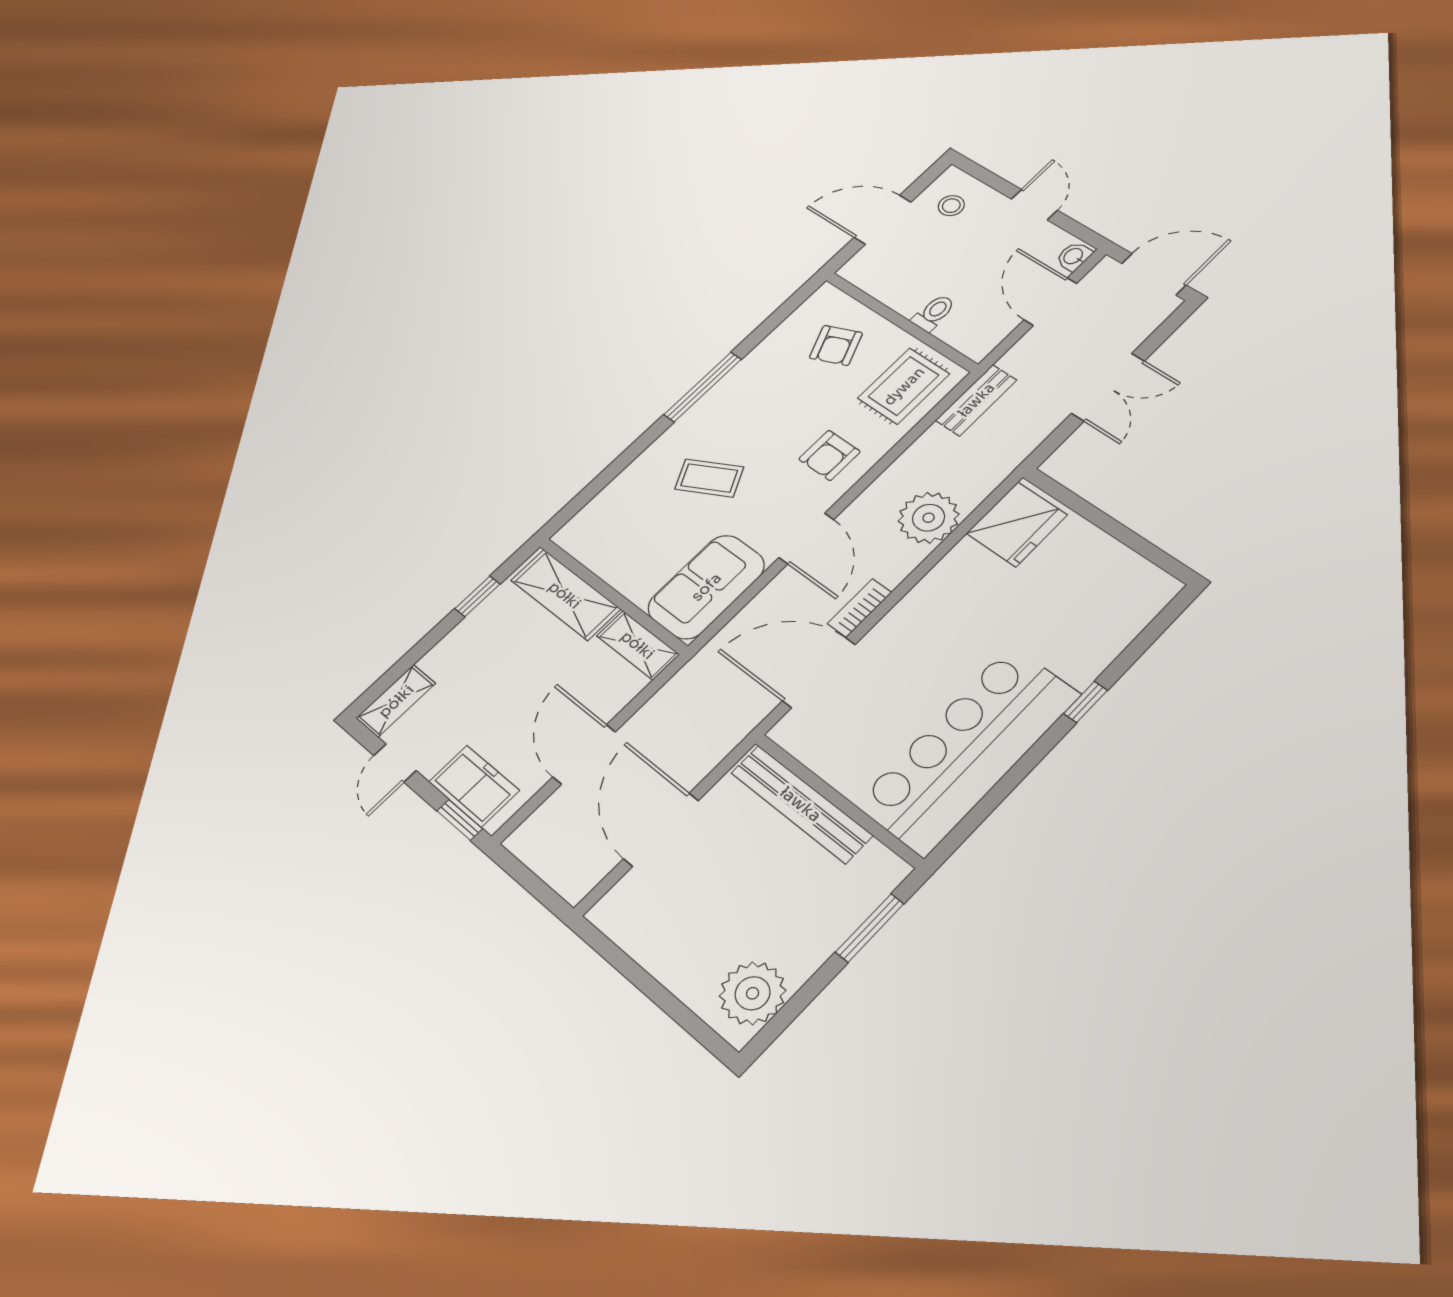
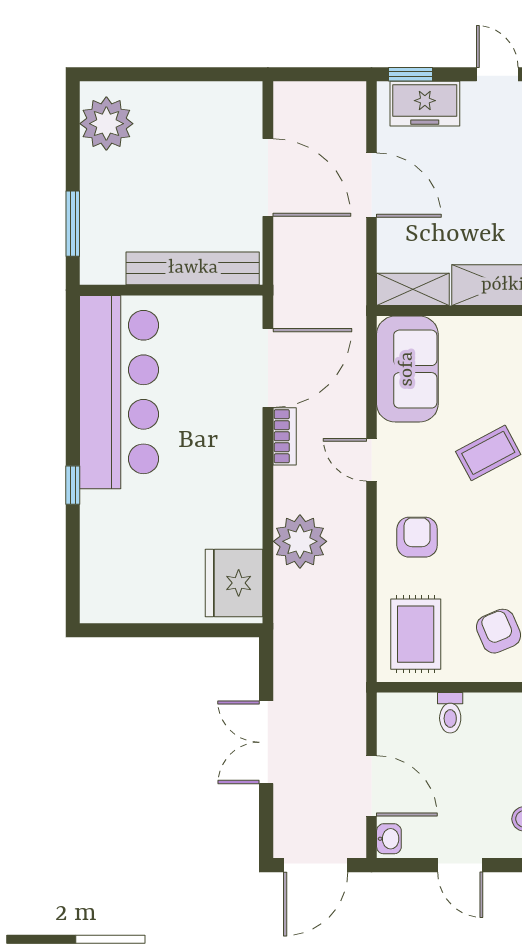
bench: (976, 400) -> (352, 662), removed
door: (806, 539) -> (371, 460), width x0.73

